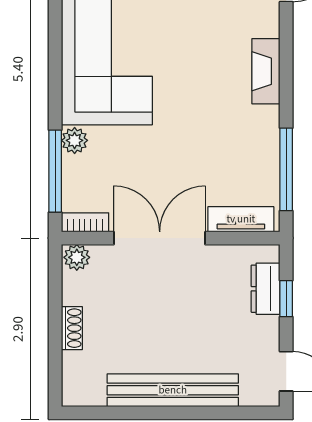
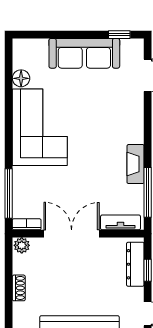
fireplace: (266, 71) -> (136, 164), moved
plant: (75, 140) -> (20, 175), removed
dresser: (265, 289) -> (135, 264), width x1.44

